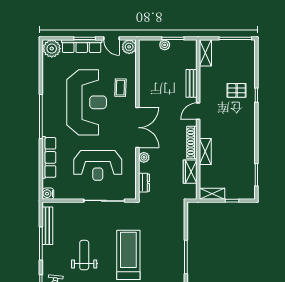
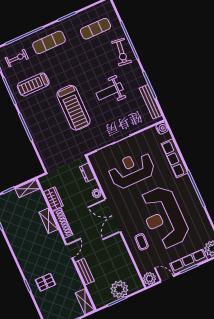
plant: (165, 45) -> (119, 289), width x1.87, depth x1.87
weight bench: (84, 255) -> (110, 91), turned 90

